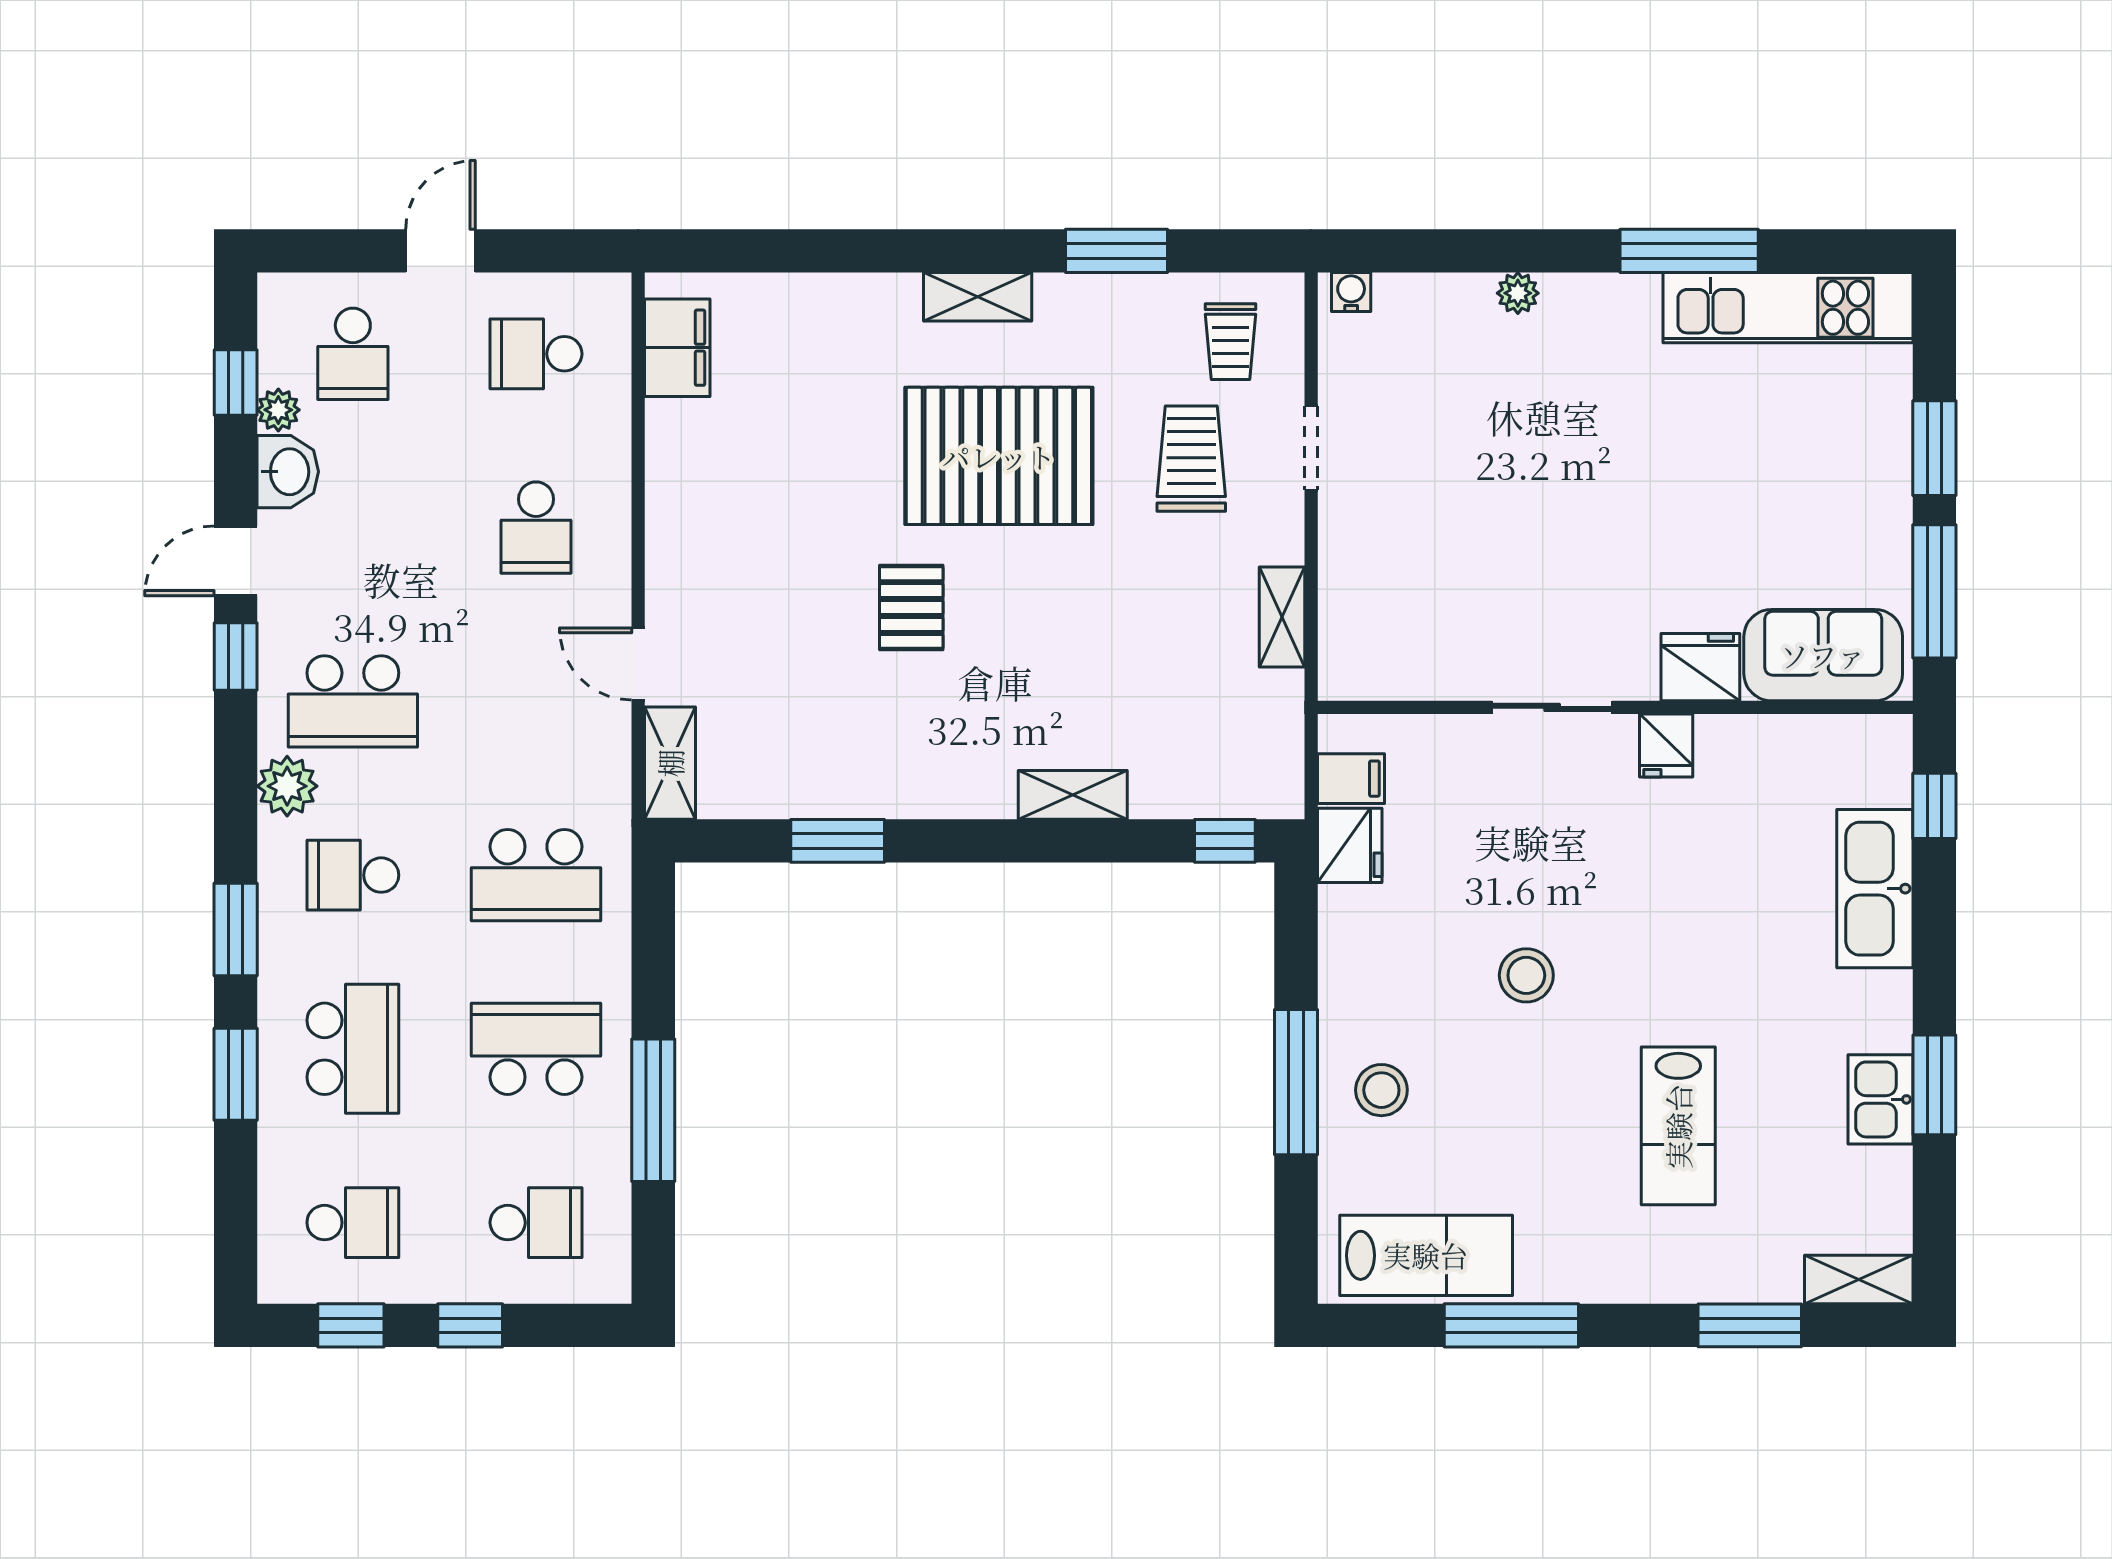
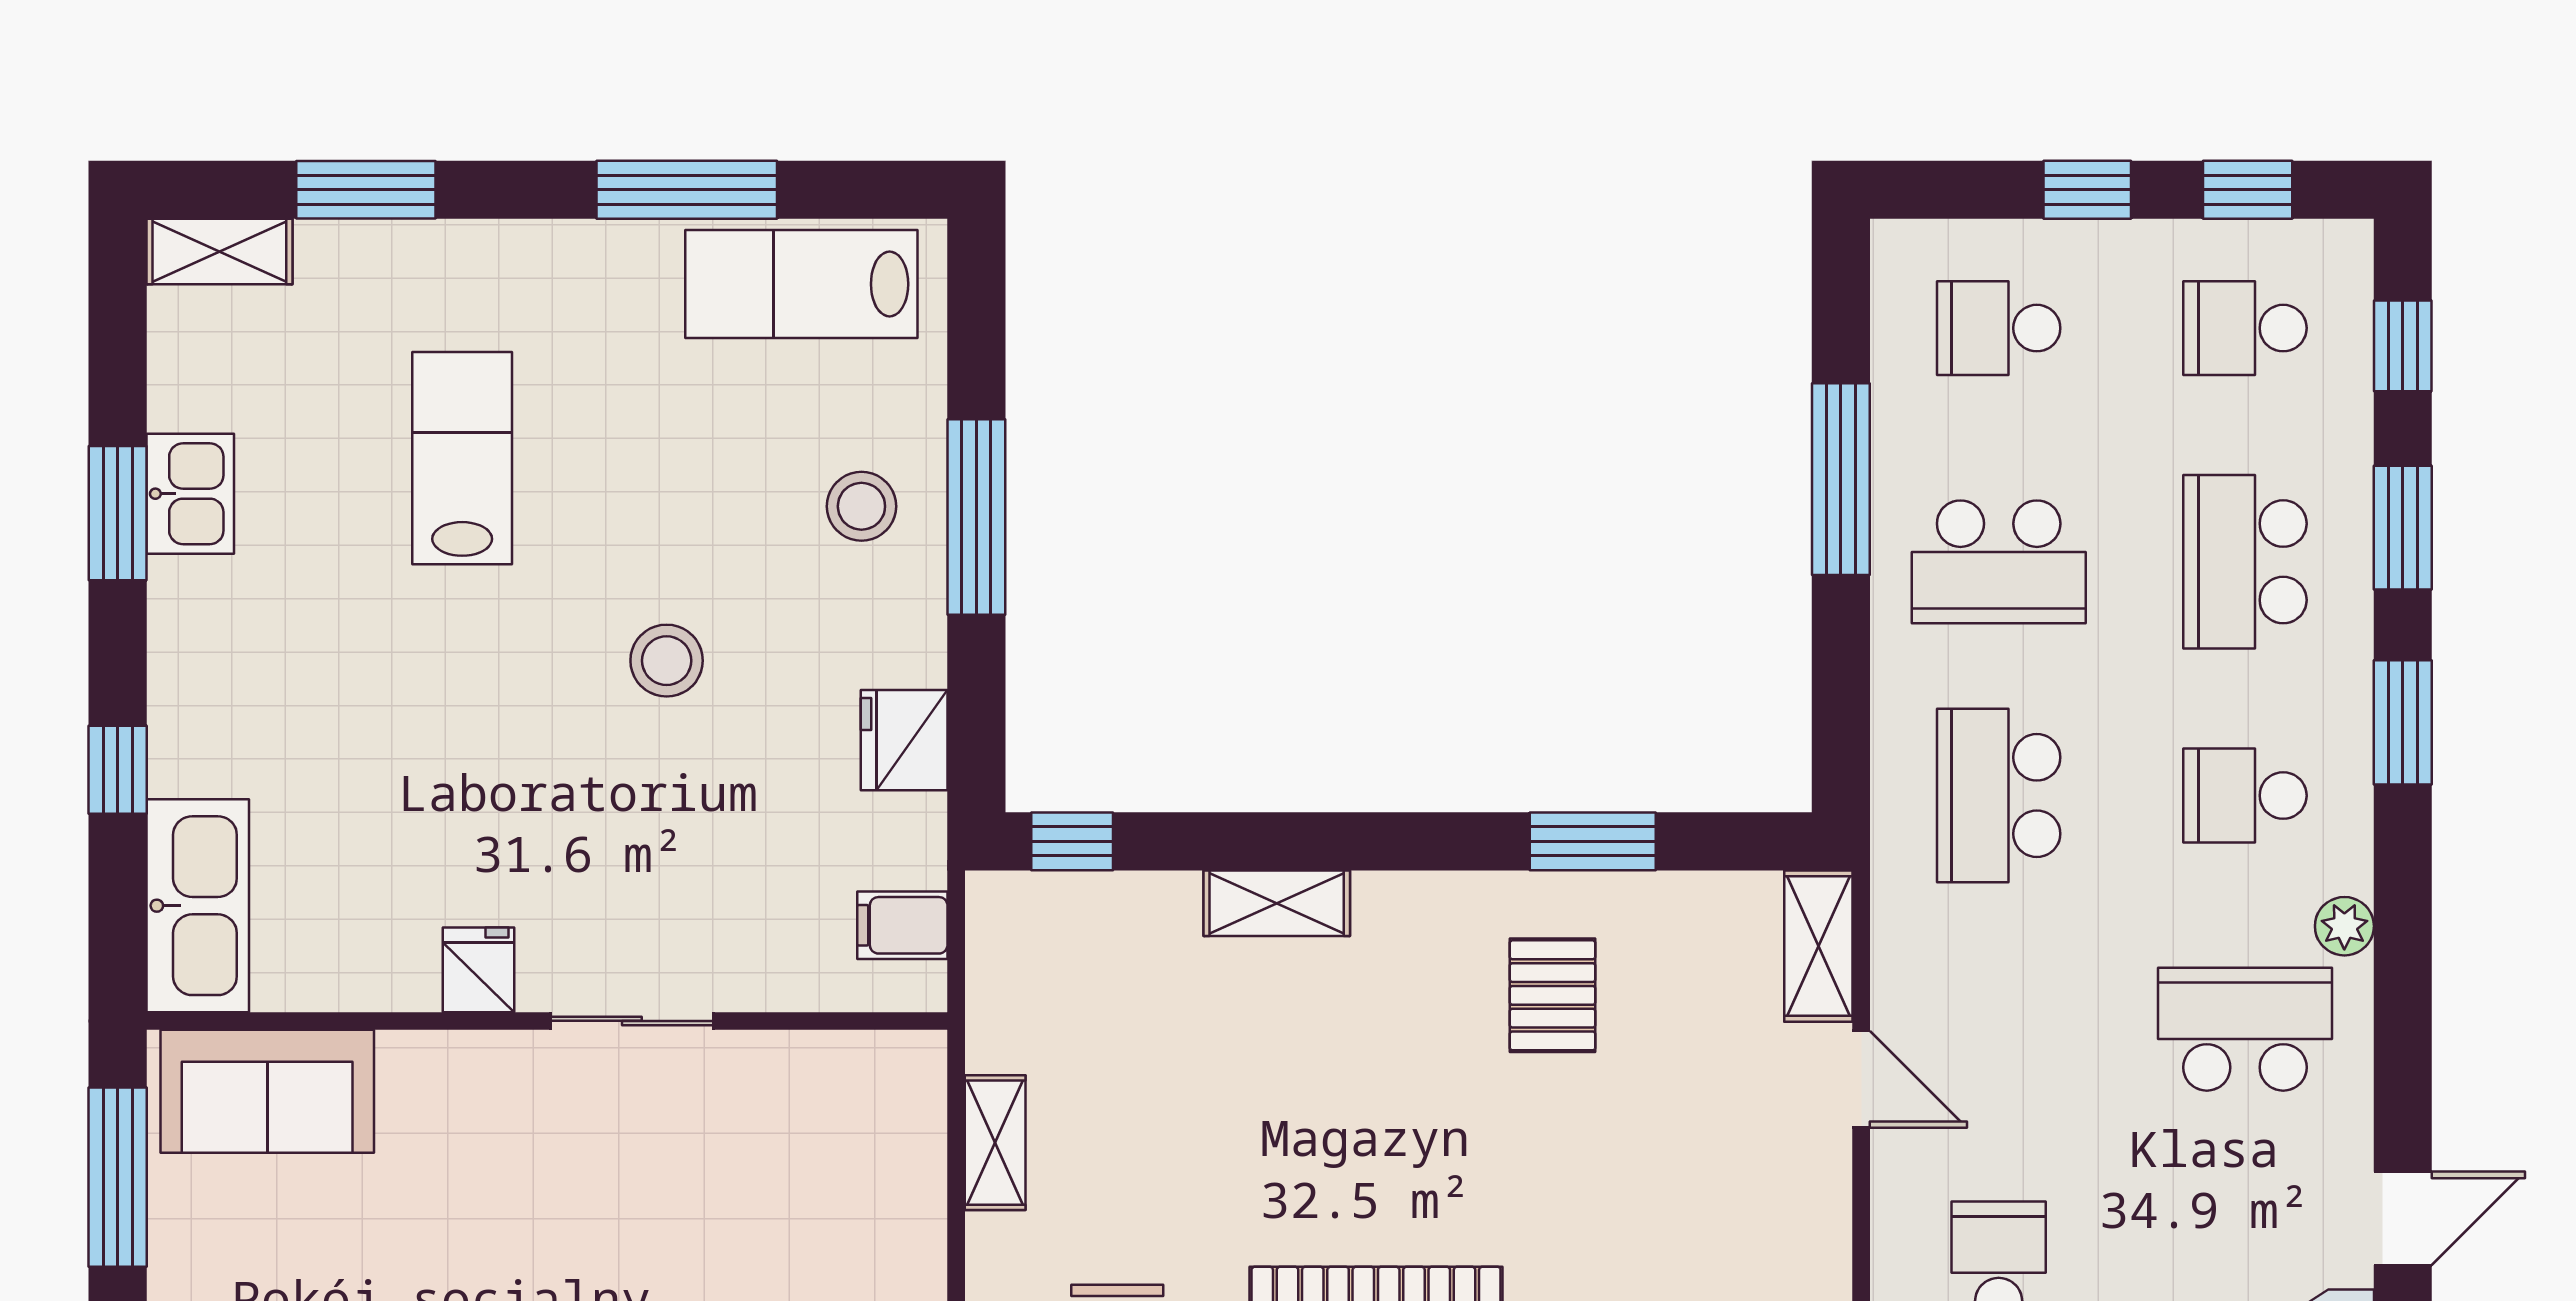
pallet: (911, 608) -> (1553, 995), moved
window: (236, 656) -> (2403, 346), moved
fridge: (1700, 667) -> (432, 1075), removed
plant: (287, 786) -> (2344, 926), width x0.73, depth x0.73
window: (1934, 806) -> (118, 770), moved
fridge: (1350, 845) -> (904, 740), moved
school desk: (353, 875) -> (2245, 796), turned 180
school desk: (536, 875) -> (1999, 796), turned -90
kitchen sink: (1875, 889) -> (198, 906), moved

